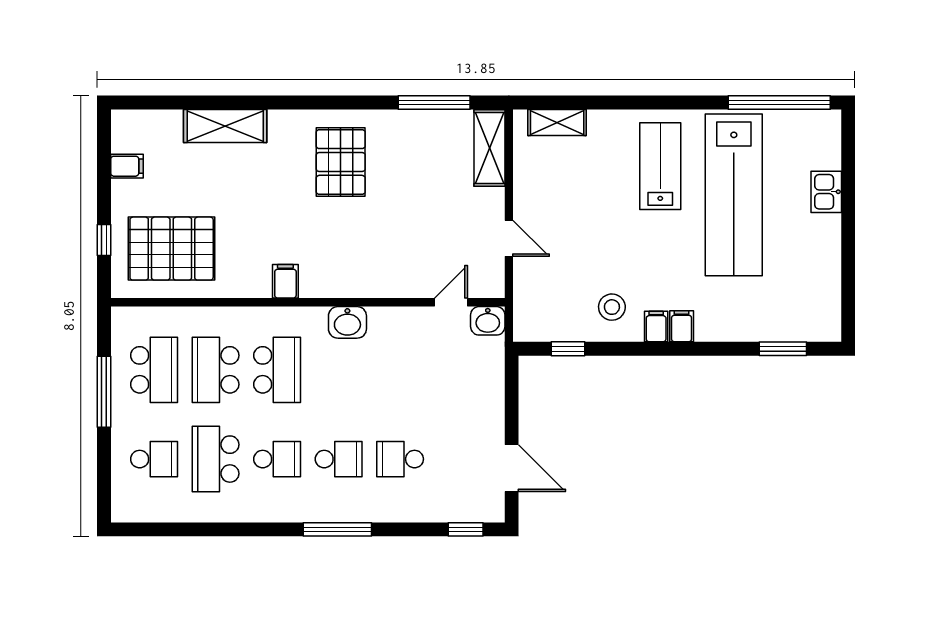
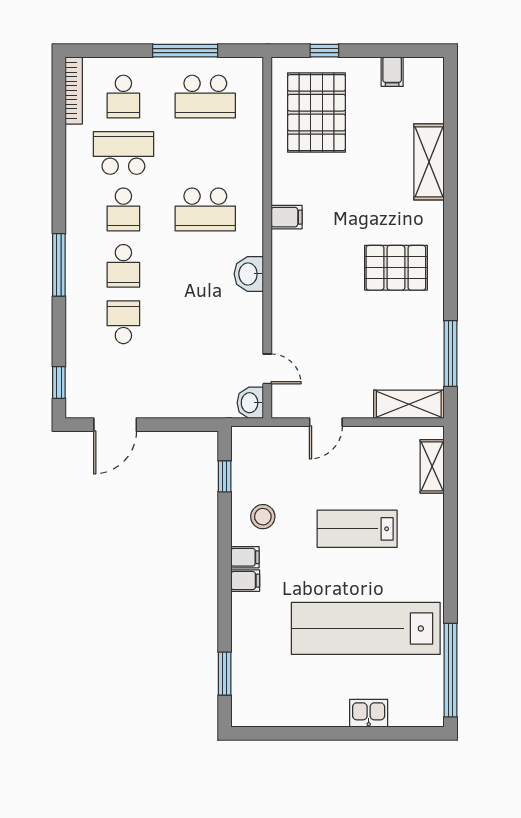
lab bench: (660, 166) -> (357, 529), moved, turned 180
school desk: (216, 370) -> (205, 153), removed
bookcase: (147, 513) -> (74, 90), added

